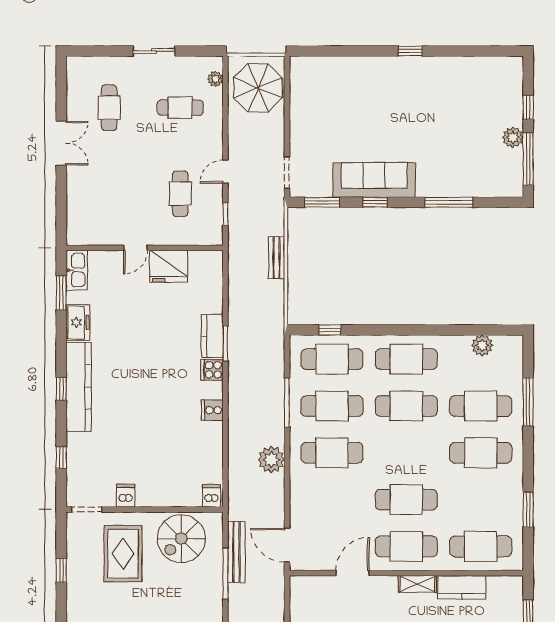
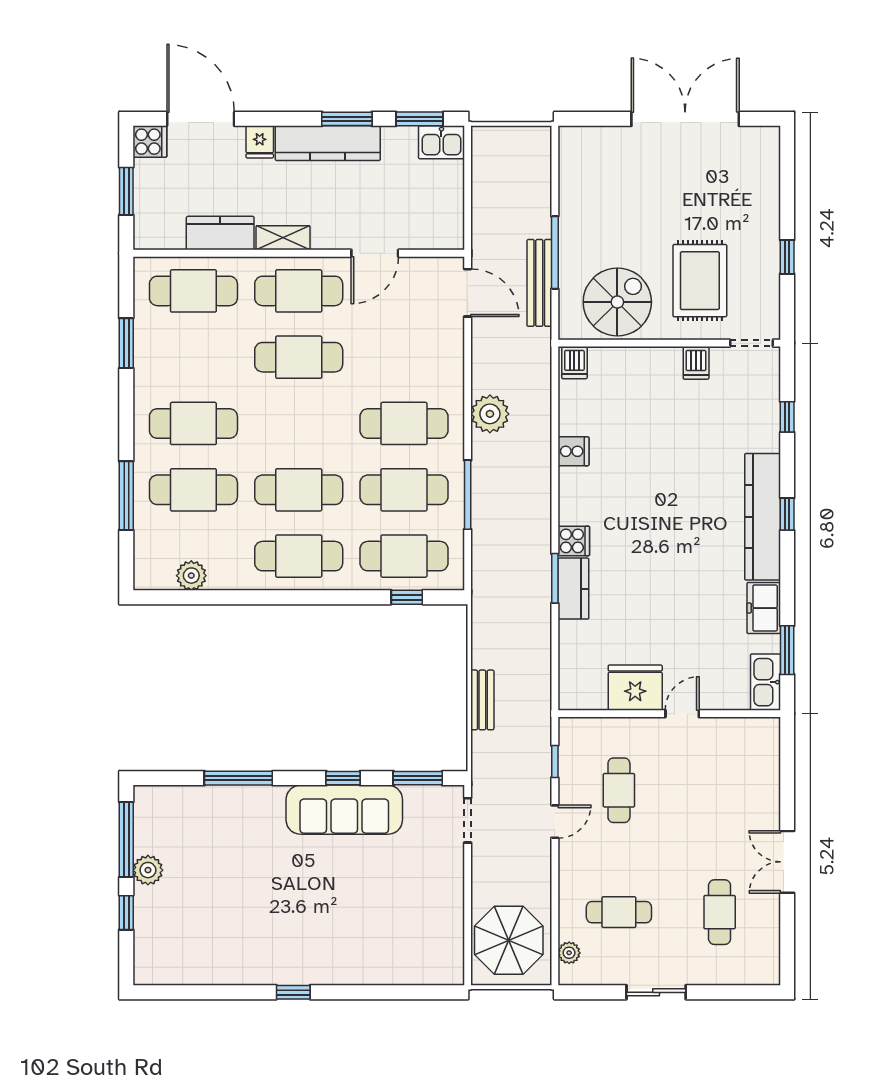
cooker: (212, 410) -> (573, 451), moved

